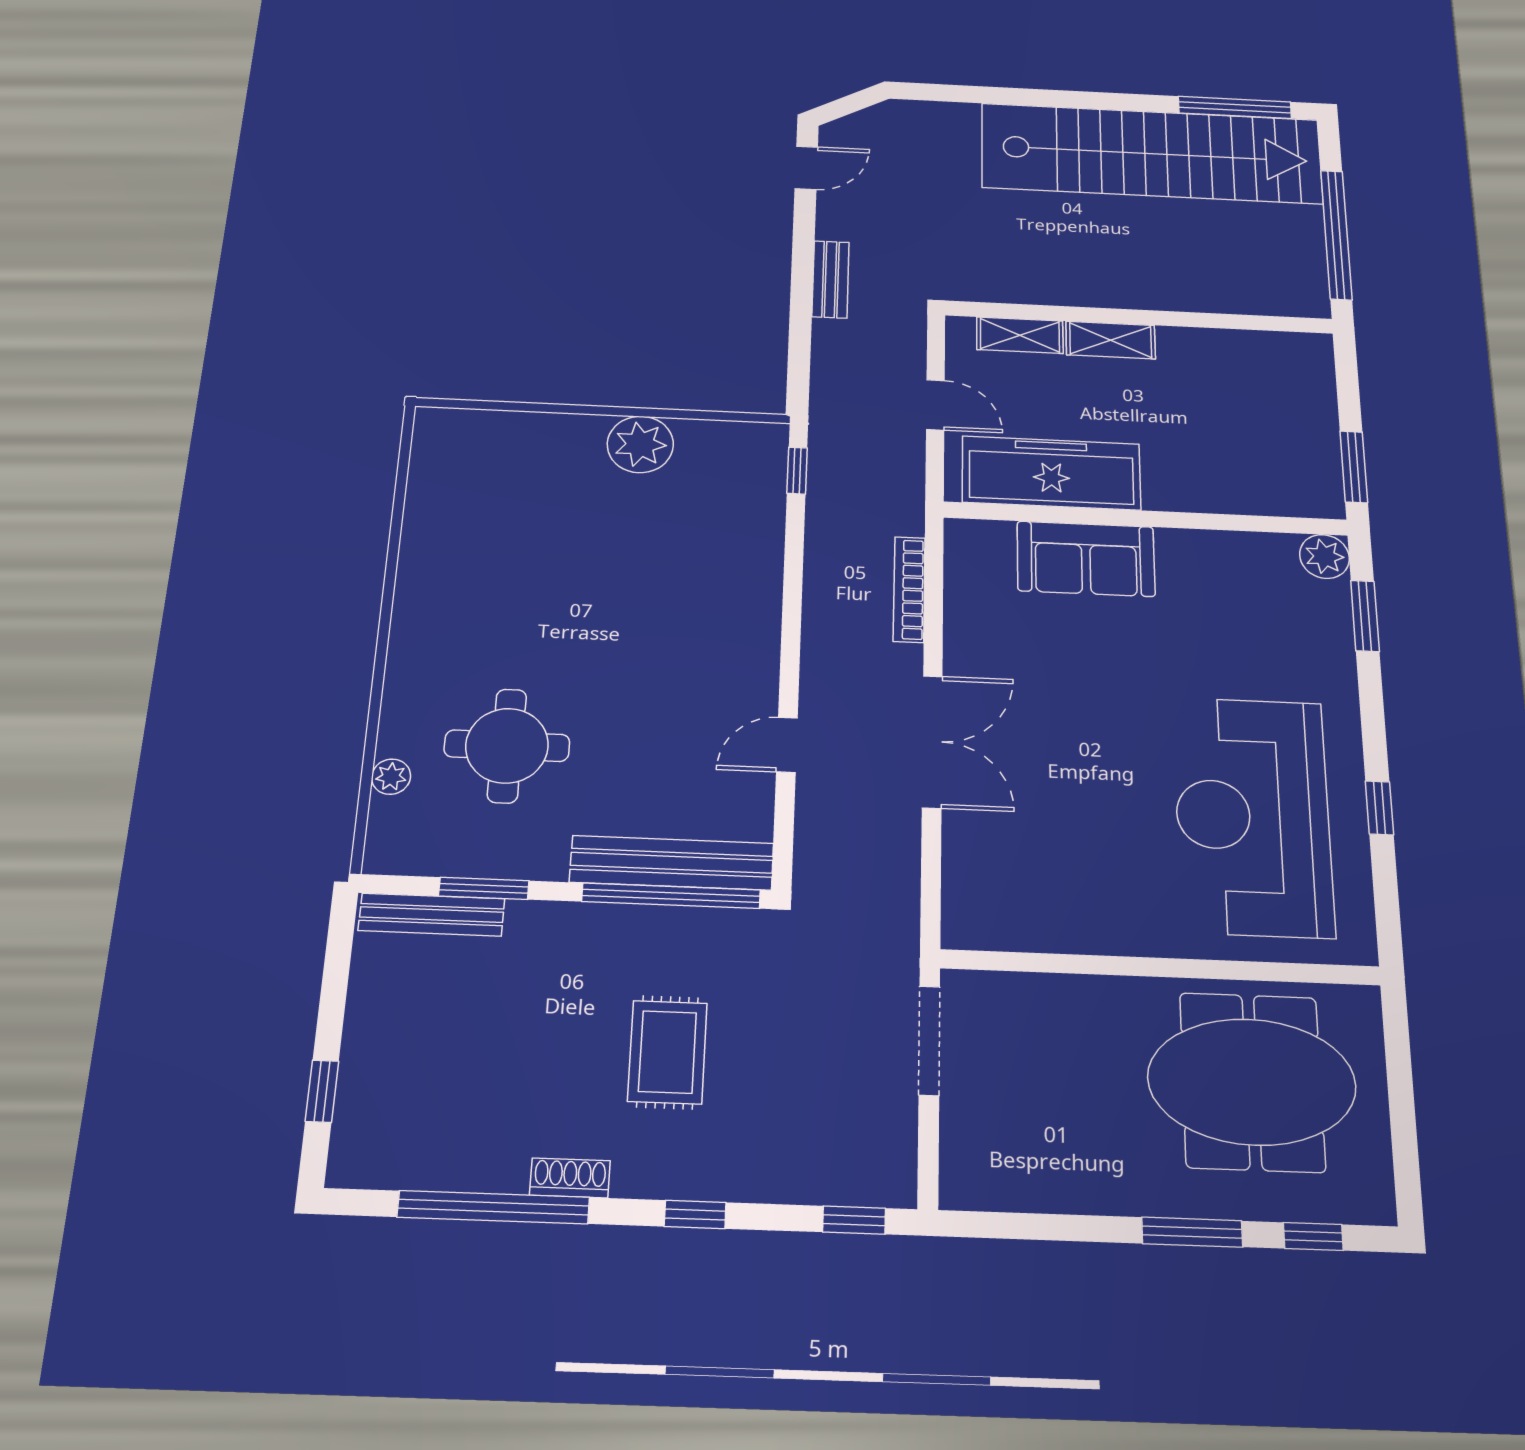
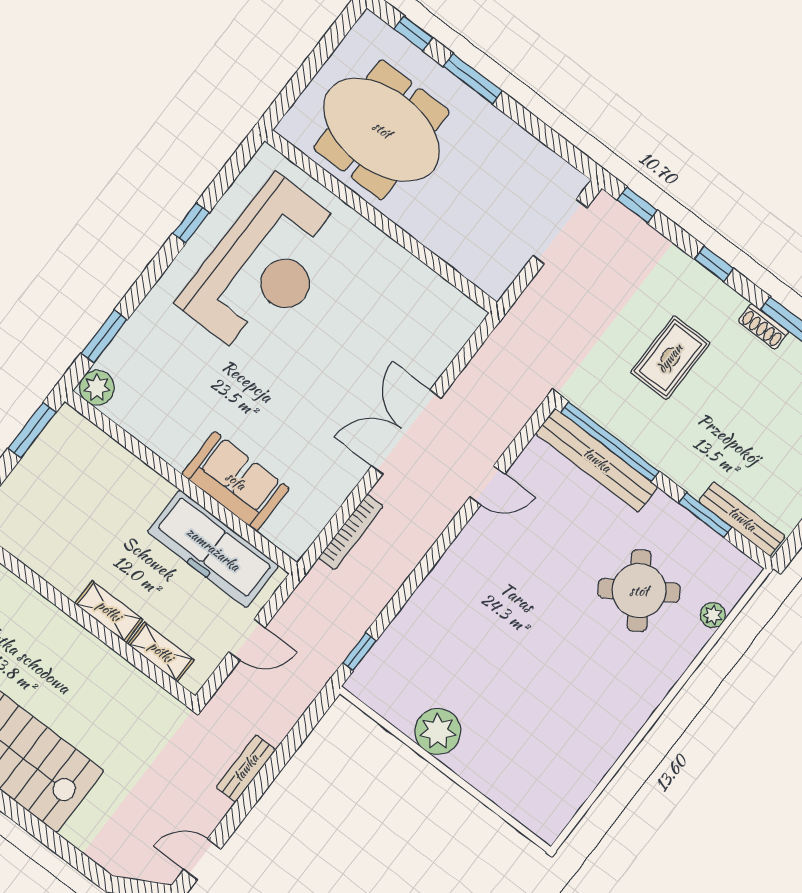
door: (935, 405) -> (247, 640), swing flipped
round table: (507, 746) -> (639, 591), turned -34
doorway: (929, 1040) -> (560, 232), moved

